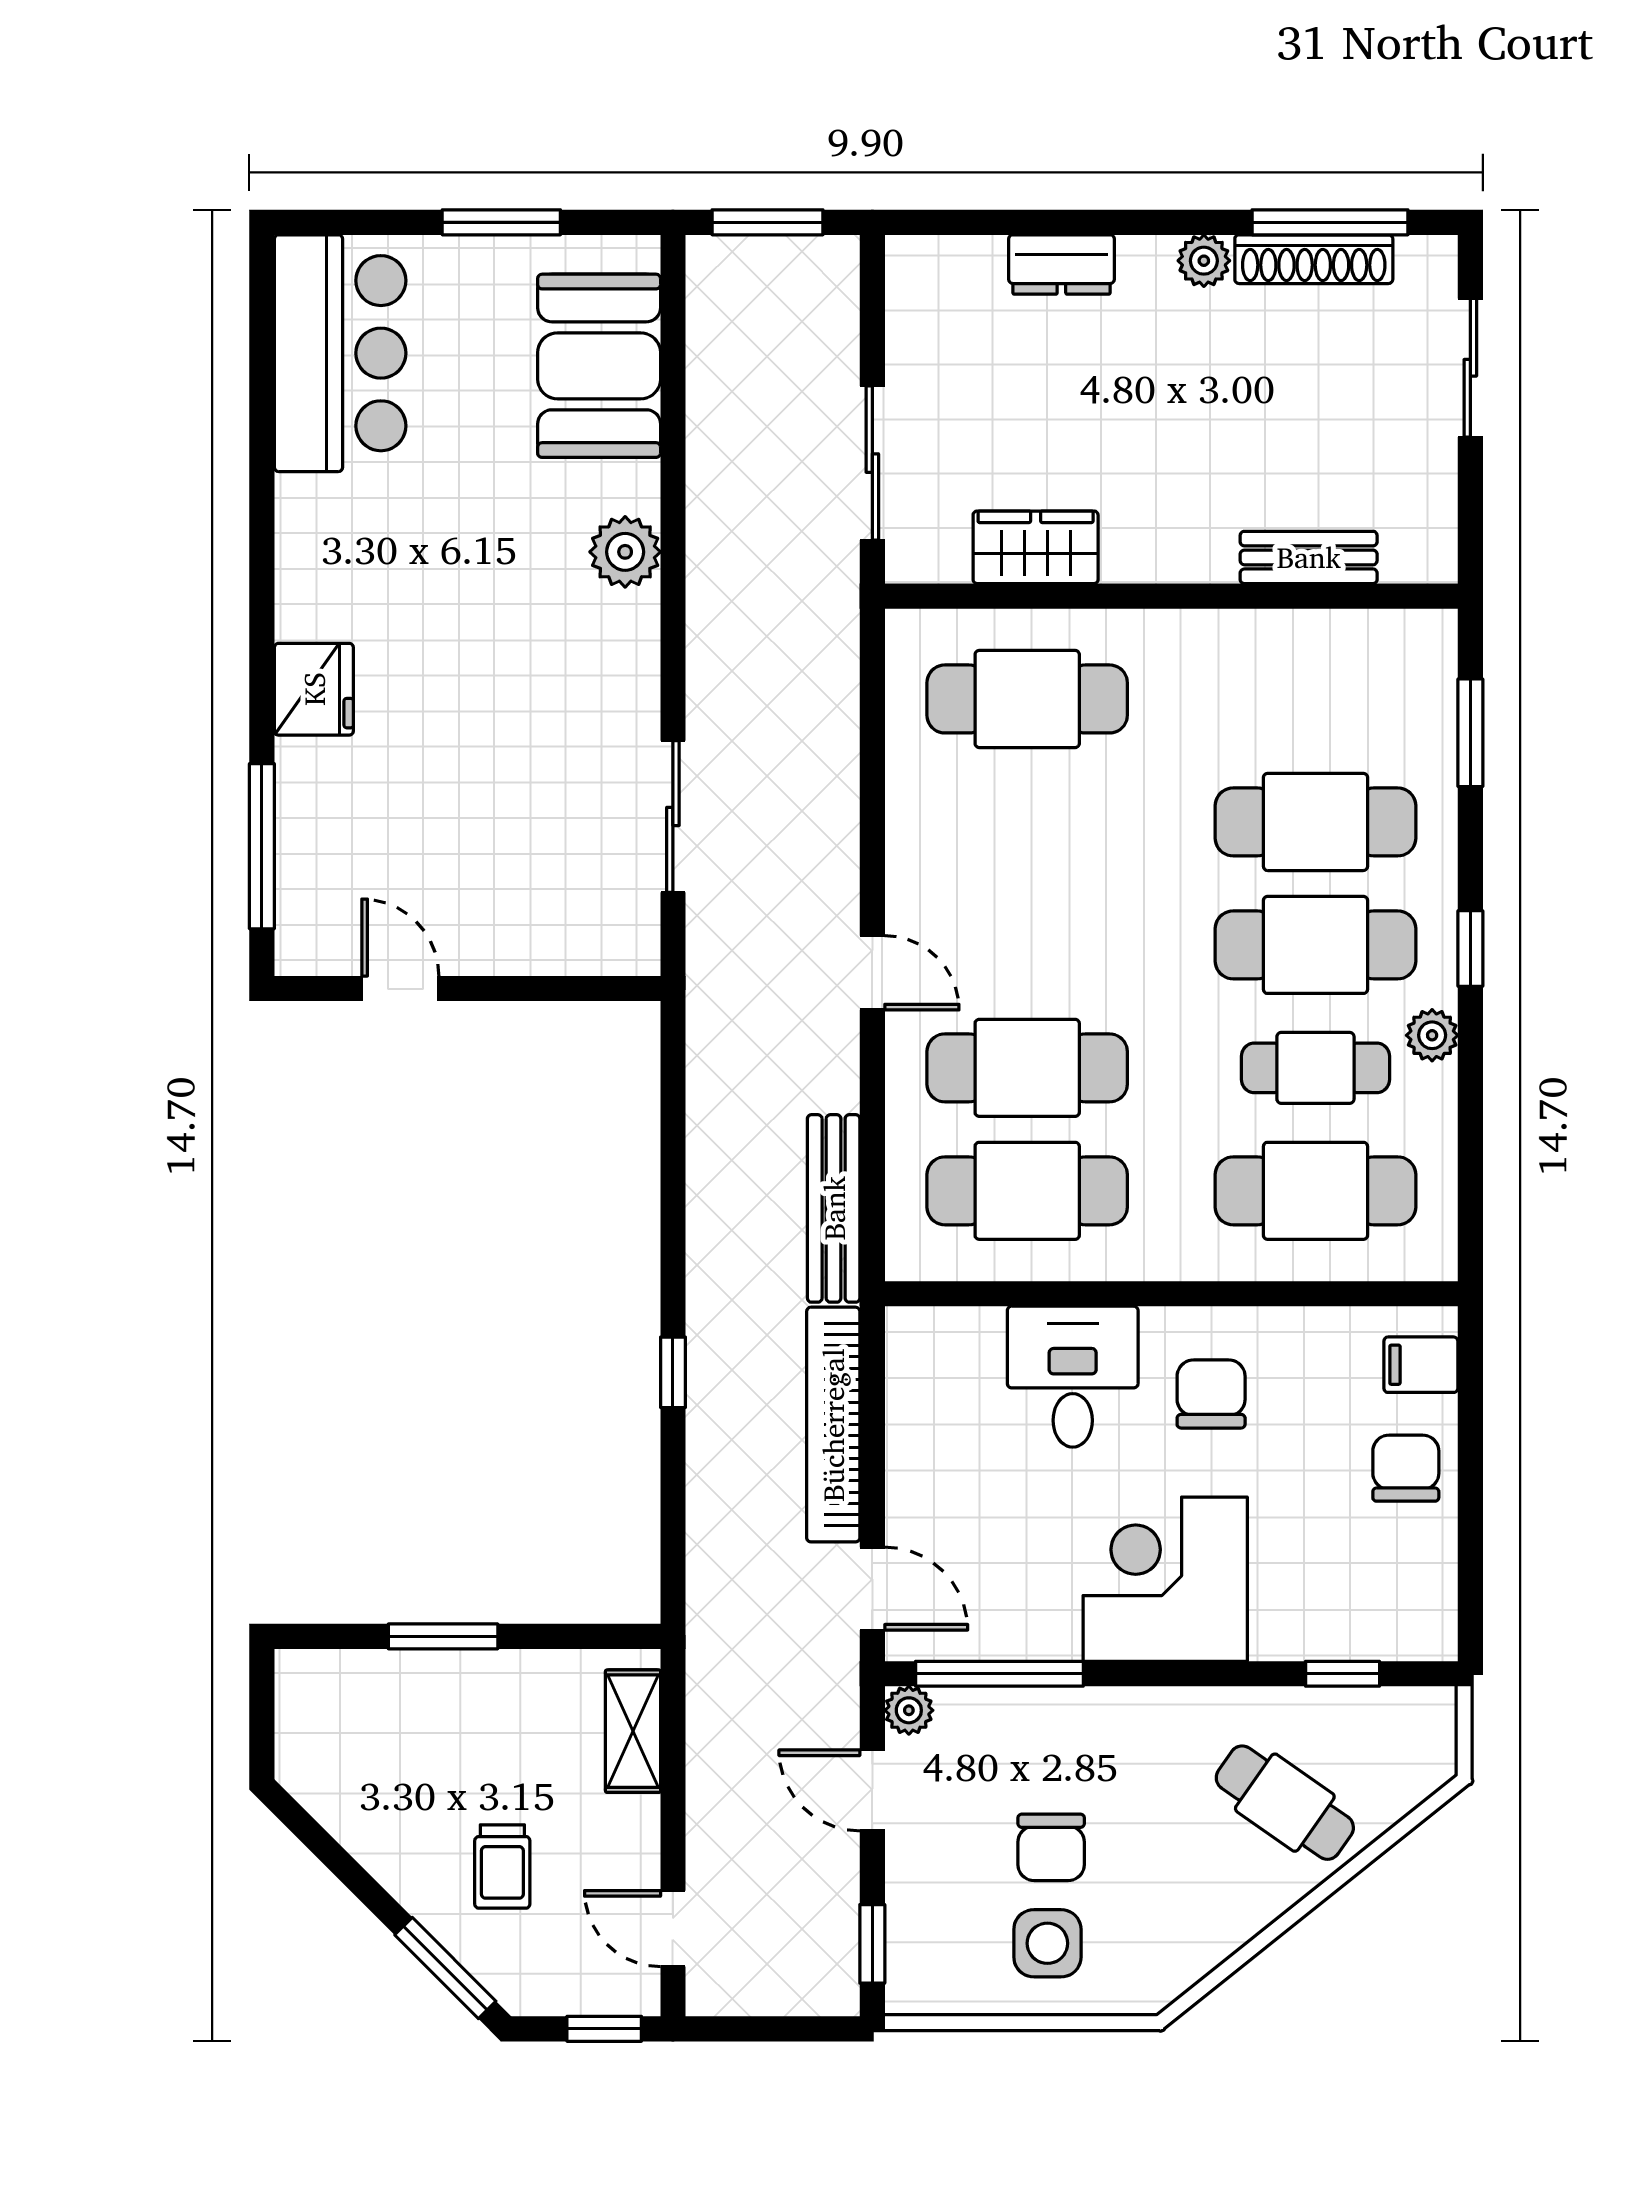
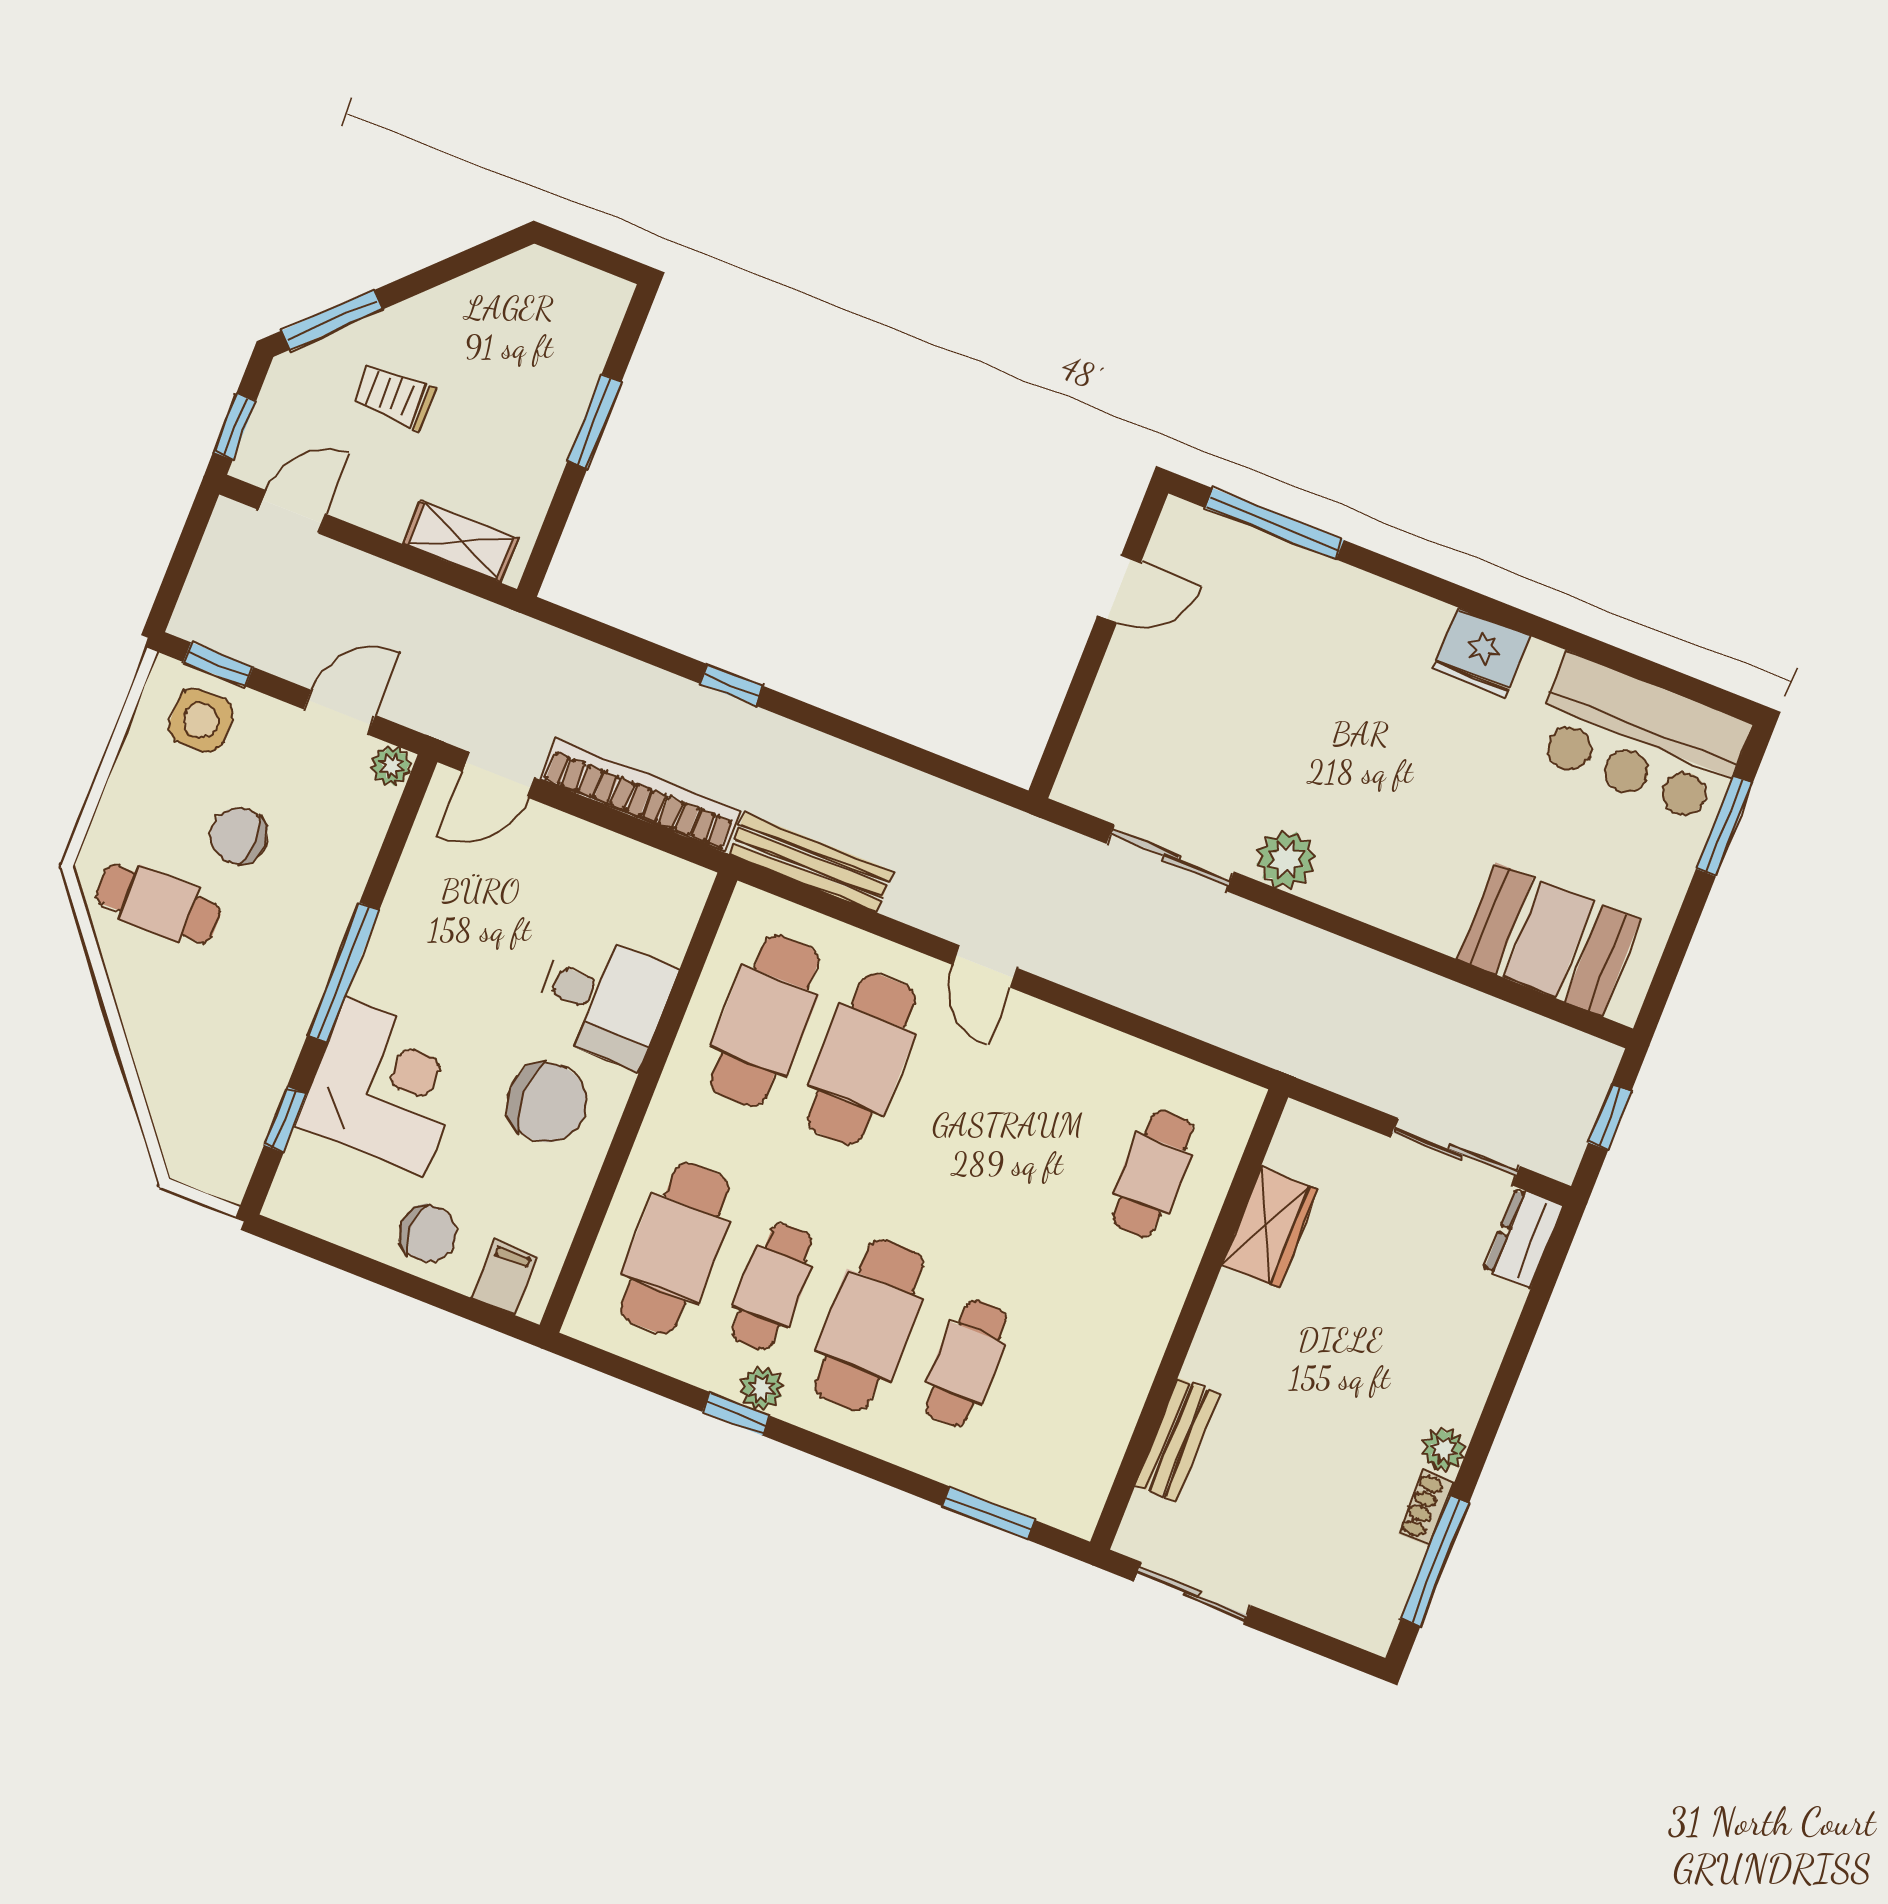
window: (501, 222) -> (1724, 826), moved
window: (767, 222) -> (1610, 1117), width x0.67
shoe rack: (1314, 259) -> (1426, 1508), width x0.51, depth x0.81
dresser: (1061, 264) -> (1524, 1238), moved
sliding door: (1470, 368) -> (1192, 1593), moved
sliding door: (872, 463) -> (1455, 1152), moved
plant: (625, 552) -> (1286, 860), moved
fridge: (314, 689) -> (1482, 653), moved
cafe table: (1027, 699) -> (1153, 1174), width x0.73, depth x0.74
cafe table: (1315, 822) -> (966, 1363), width x0.73, depth x0.74
window: (1470, 949) -> (736, 1414), moved
door: (872, 973) -> (985, 966), hinge flipped
chair: (1211, 1394) -> (547, 1103), width x1.37, depth x1.37
corner desk: (1165, 1579) -> (385, 1086), moved
window: (999, 1674) -> (343, 973), moved
cafe table: (1285, 1803) -> (158, 904), moved, turned 55
side table: (1047, 1943) -> (201, 720), moved

